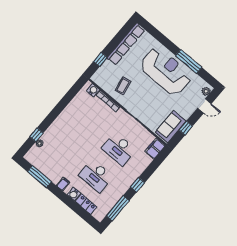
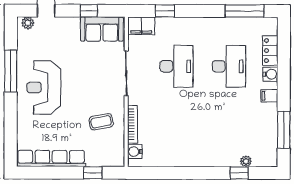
reception desk: (166, 71) -> (44, 88), width x0.74, depth x0.77
window: (138, 185) -> (165, 11), moved

